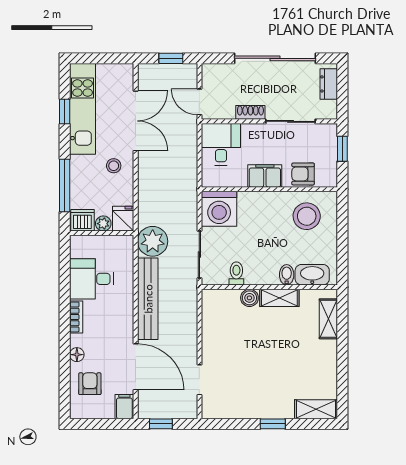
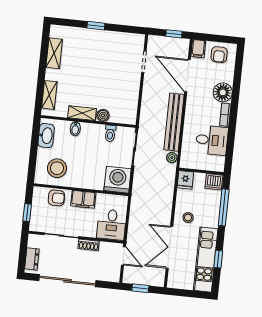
plant: (103, 224) -> (200, 178), removed
plant: (153, 241) -> (172, 158), width x0.53, depth x0.53
washbasin: (312, 275) -> (46, 136), moved, turned -90
floor lamp: (77, 355) -> (223, 92), width x1.89, depth x1.89
armchair: (90, 384) -> (219, 55), moved
shelving: (316, 409) -> (54, 53), moved, turned 90

